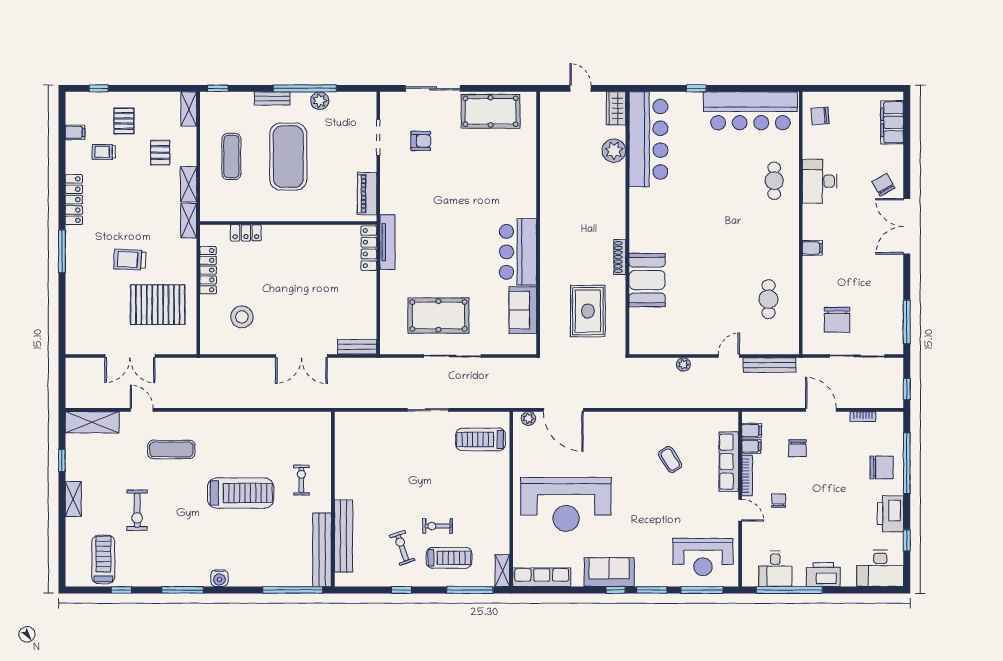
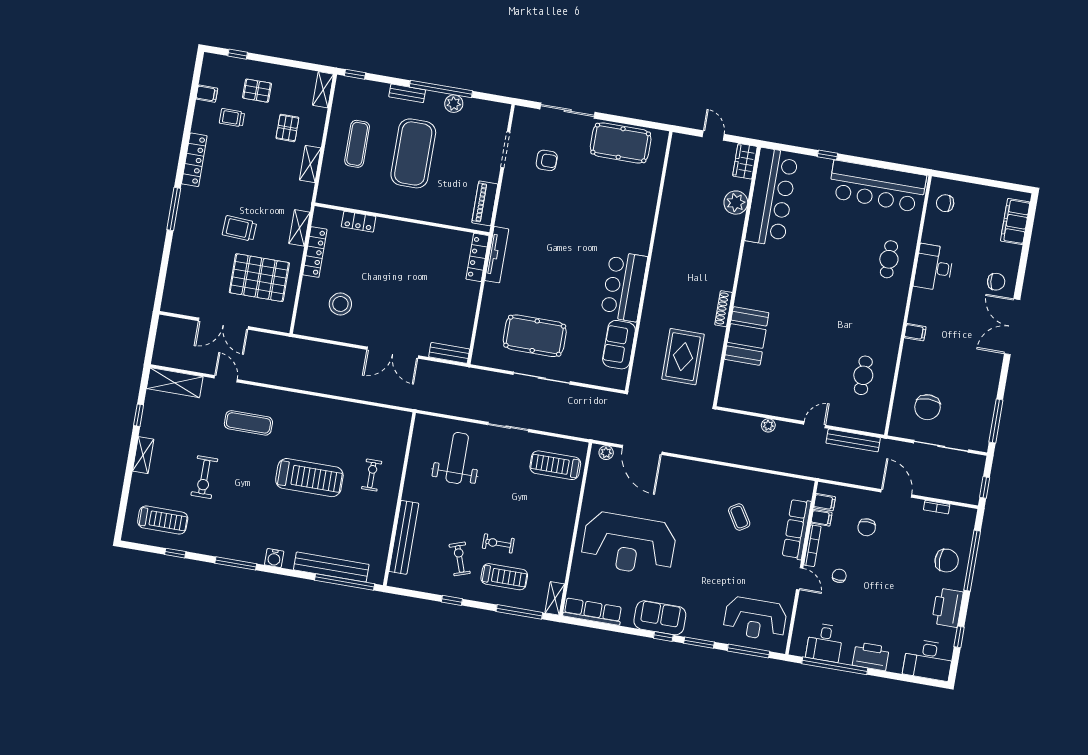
pallet: (124, 121) -> (257, 91), turned 90
chair: (883, 185) -> (996, 282), turned 111
shelving: (189, 221) -> (299, 228), moved
weight bench: (383, 449) -> (457, 458), added
bench: (322, 550) -> (331, 567), moved, turned 90
treadmill: (103, 559) -> (163, 520), turned 90

